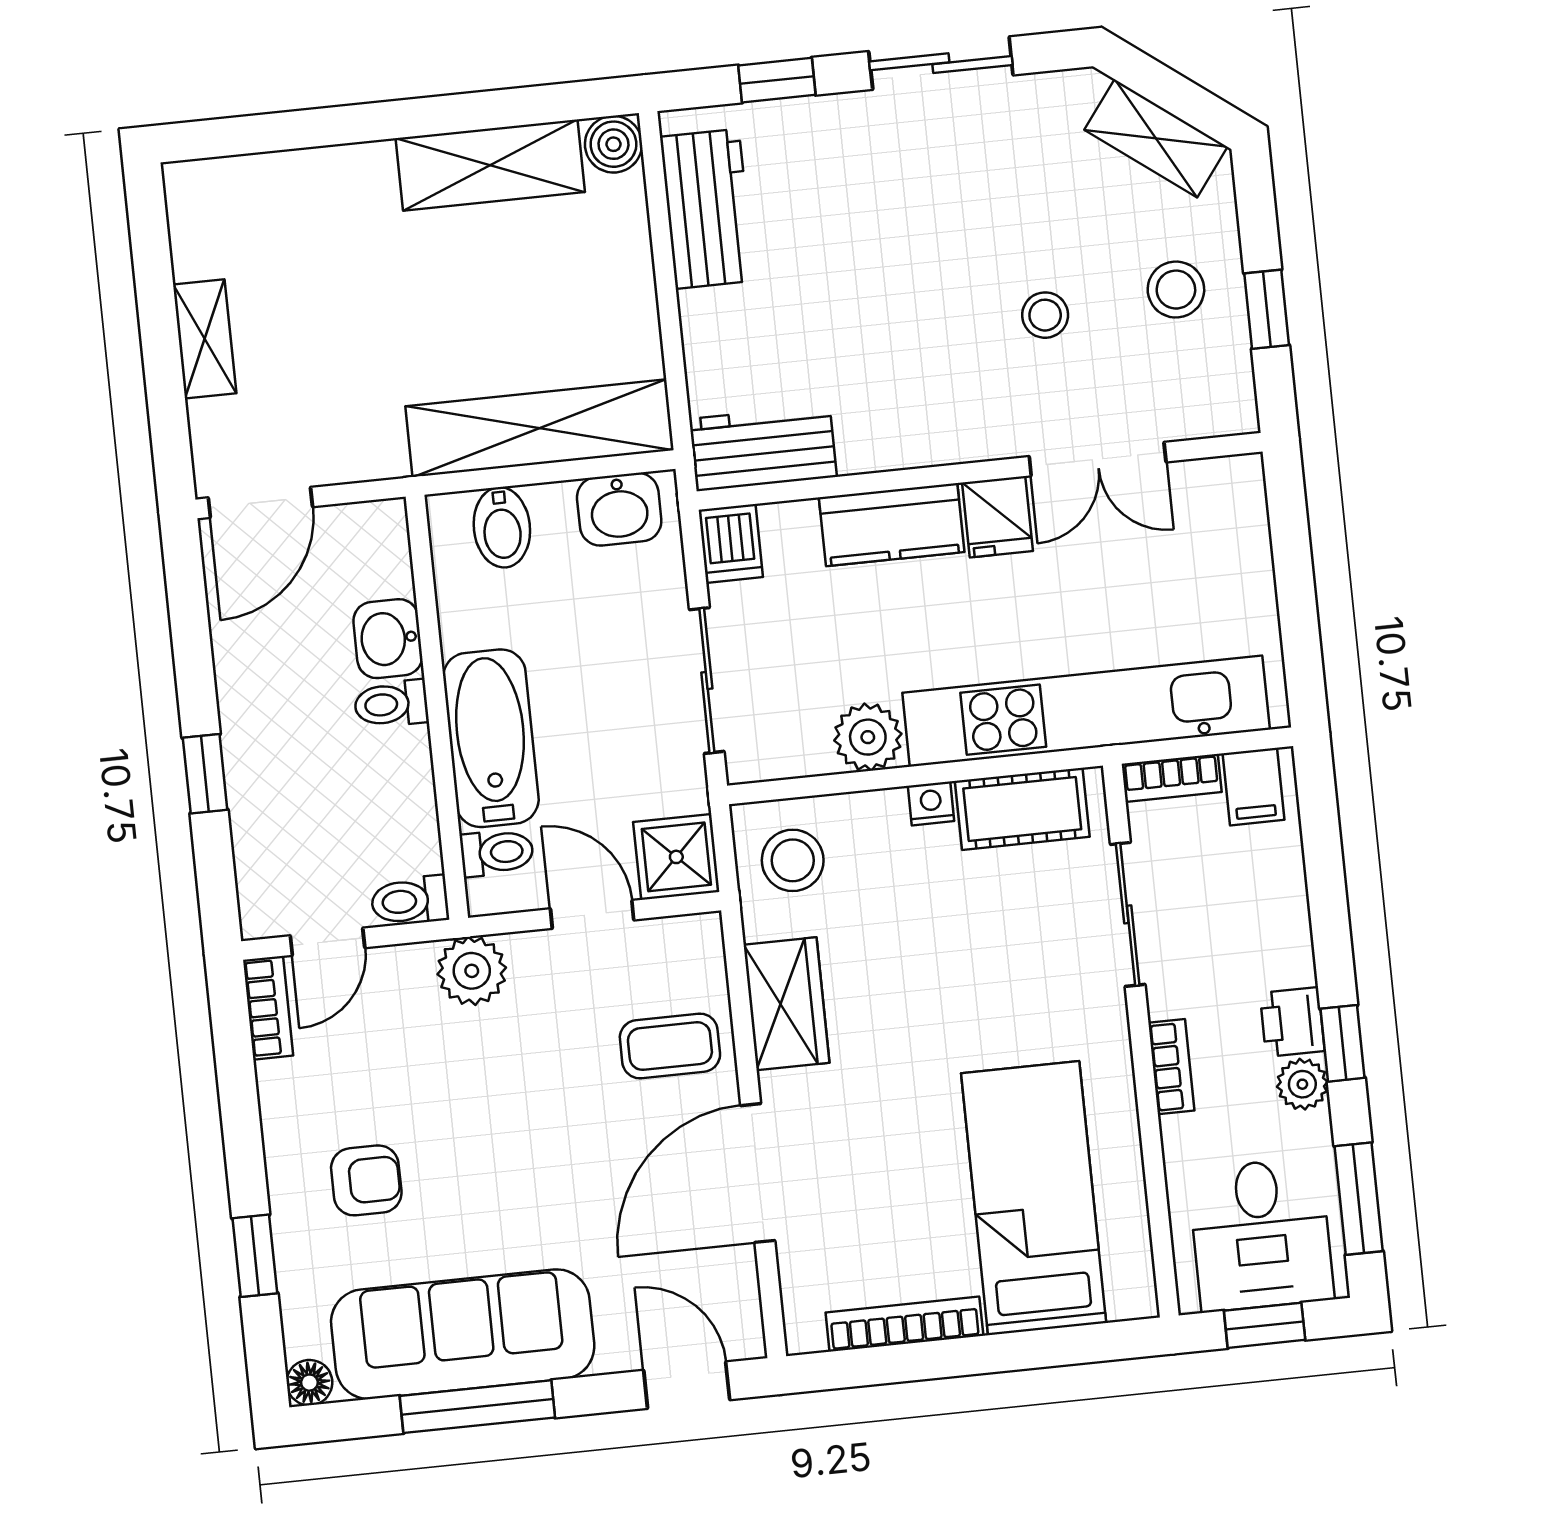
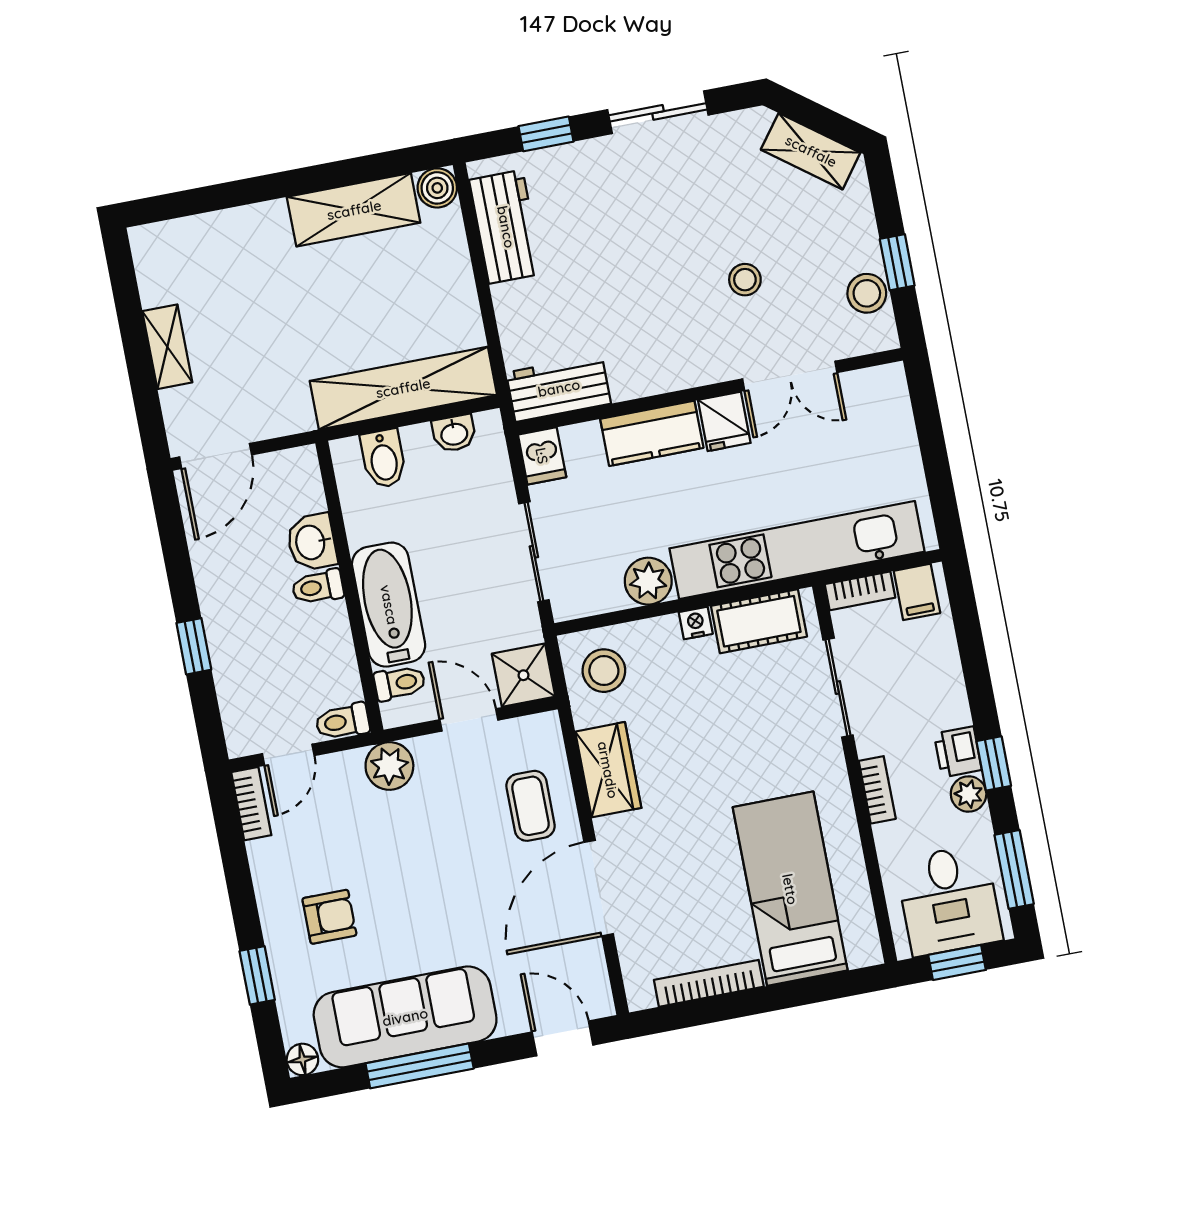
stool: (1176, 290) -> (867, 293), moved
washbasin: (619, 509) -> (454, 433), width x0.72, depth x0.69
coffee table: (670, 1046) -> (531, 806), turned 90

